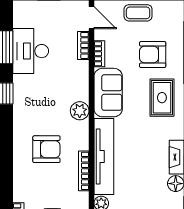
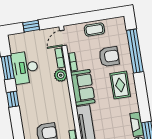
door: (91, 18) -> (63, 38), swing flipped
armchair: (153, 55) -> (109, 56), turned 180
plant: (80, 111) -> (61, 75), moved

